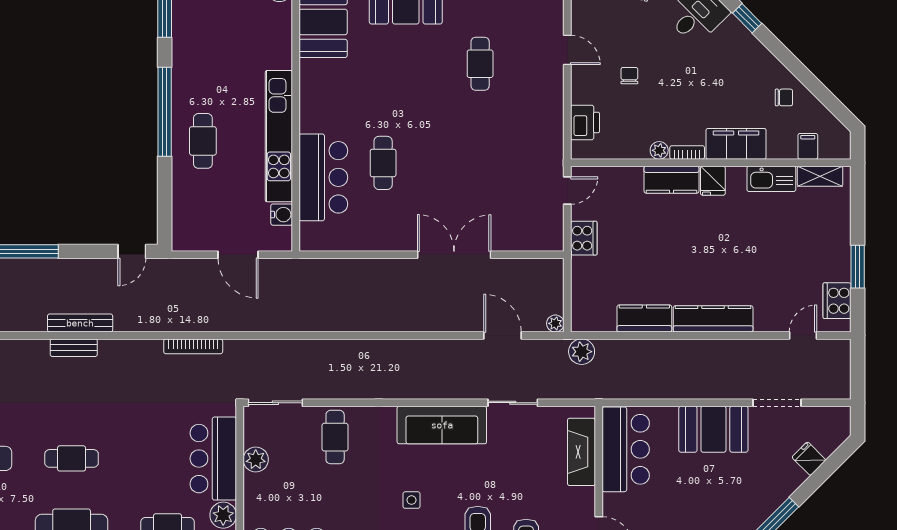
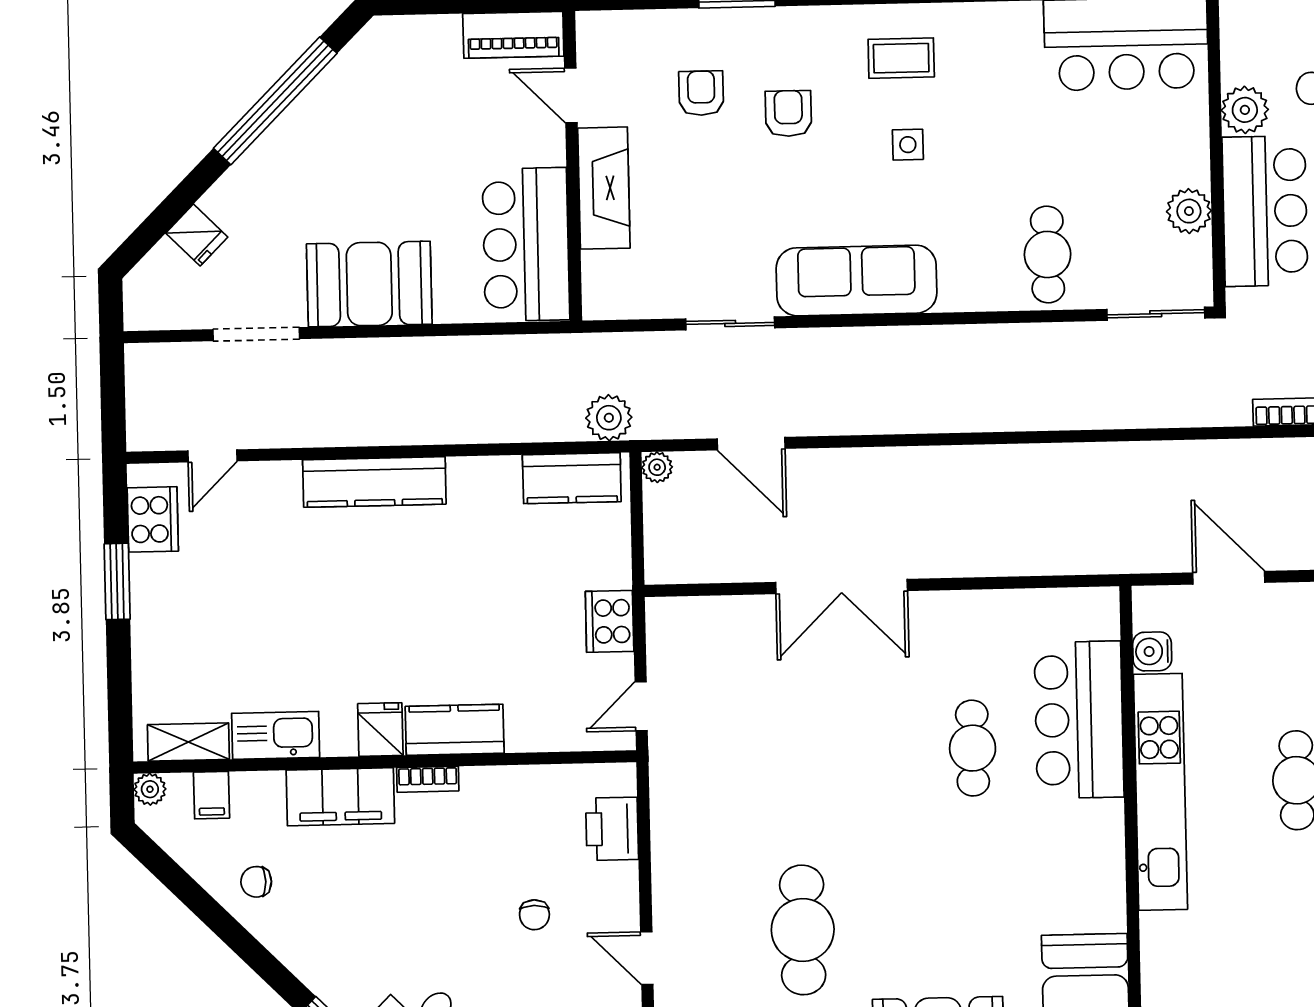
cafe table: (480, 64) -> (803, 930), width x1.37, depth x1.35
plant: (659, 150) -> (150, 789), moved
kitchen counter: (644, 318) -> (572, 478), moved
fireplace: (581, 452) -> (604, 188), moved

